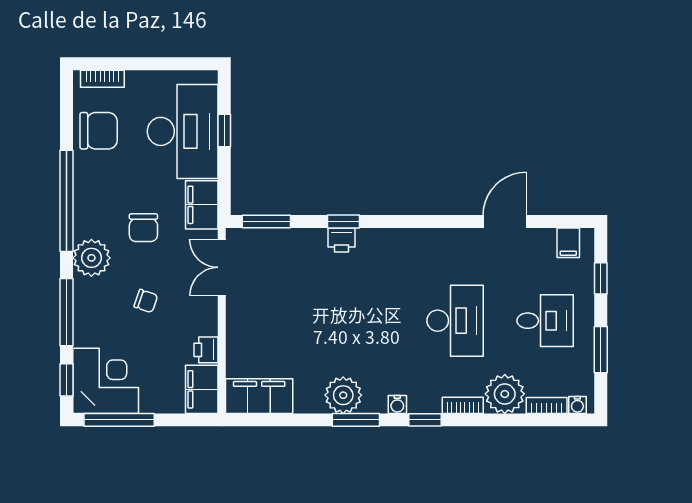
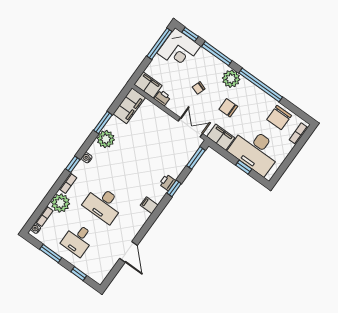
filing cabinet: (568, 243) -> (149, 205), moved
window: (356, 420) -> (103, 123), moved

